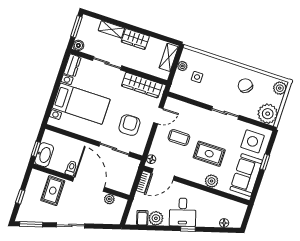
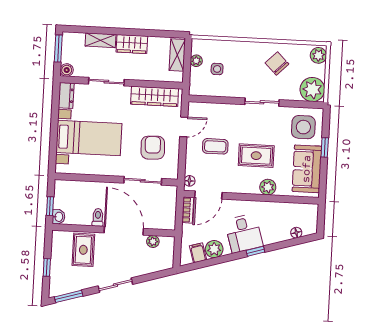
washbasin: (44, 155) -> (59, 217), width x0.52, depth x0.69

